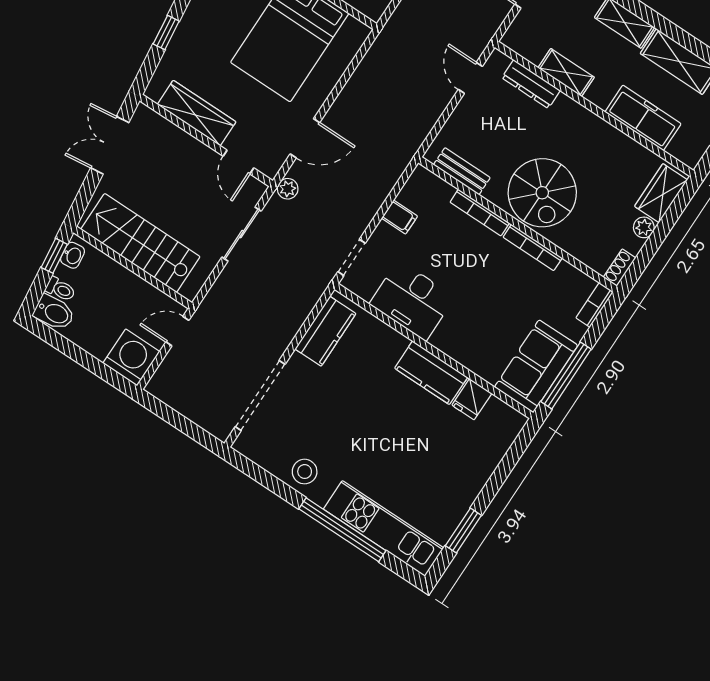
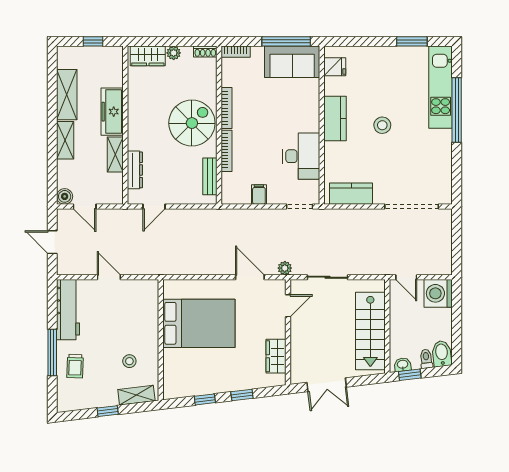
wardrobe: (197, 113) -> (276, 356), width x0.67
freezer: (643, 118) -> (112, 112), moved
fridge: (472, 399) -> (335, 67), moved
stool: (305, 472) -> (382, 125), moved

